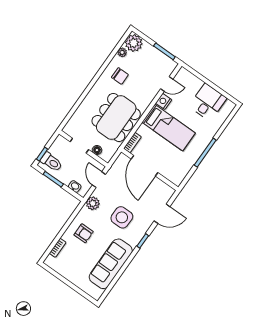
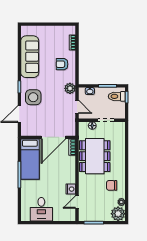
bed: (169, 128) -> (30, 159), moved, turned -90
door: (144, 166) -> (53, 137), swing flipped
side table: (122, 217) -> (33, 97), moved

